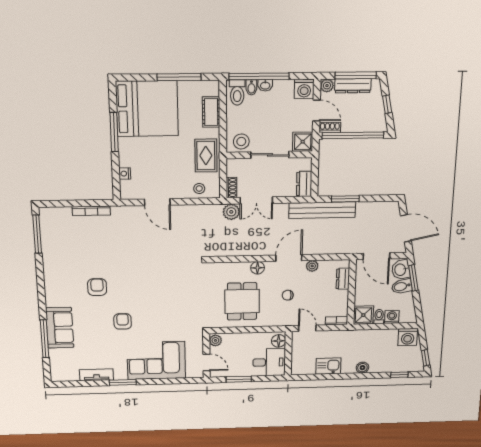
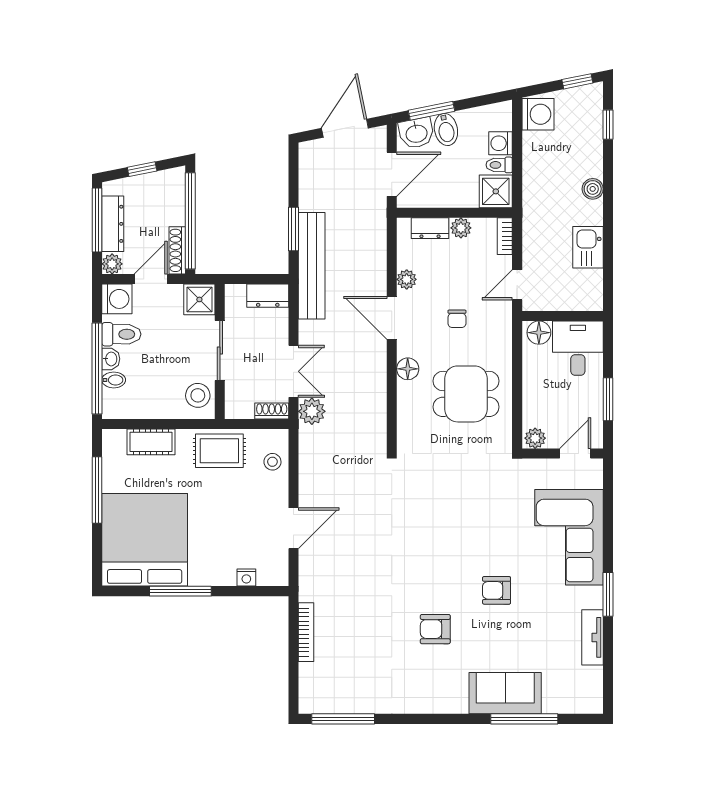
toilet: (237, 93) -> (121, 334), moved
shoe rack: (330, 127) -> (177, 250), width x1.43
plant: (342, 296) -> (461, 228), added

